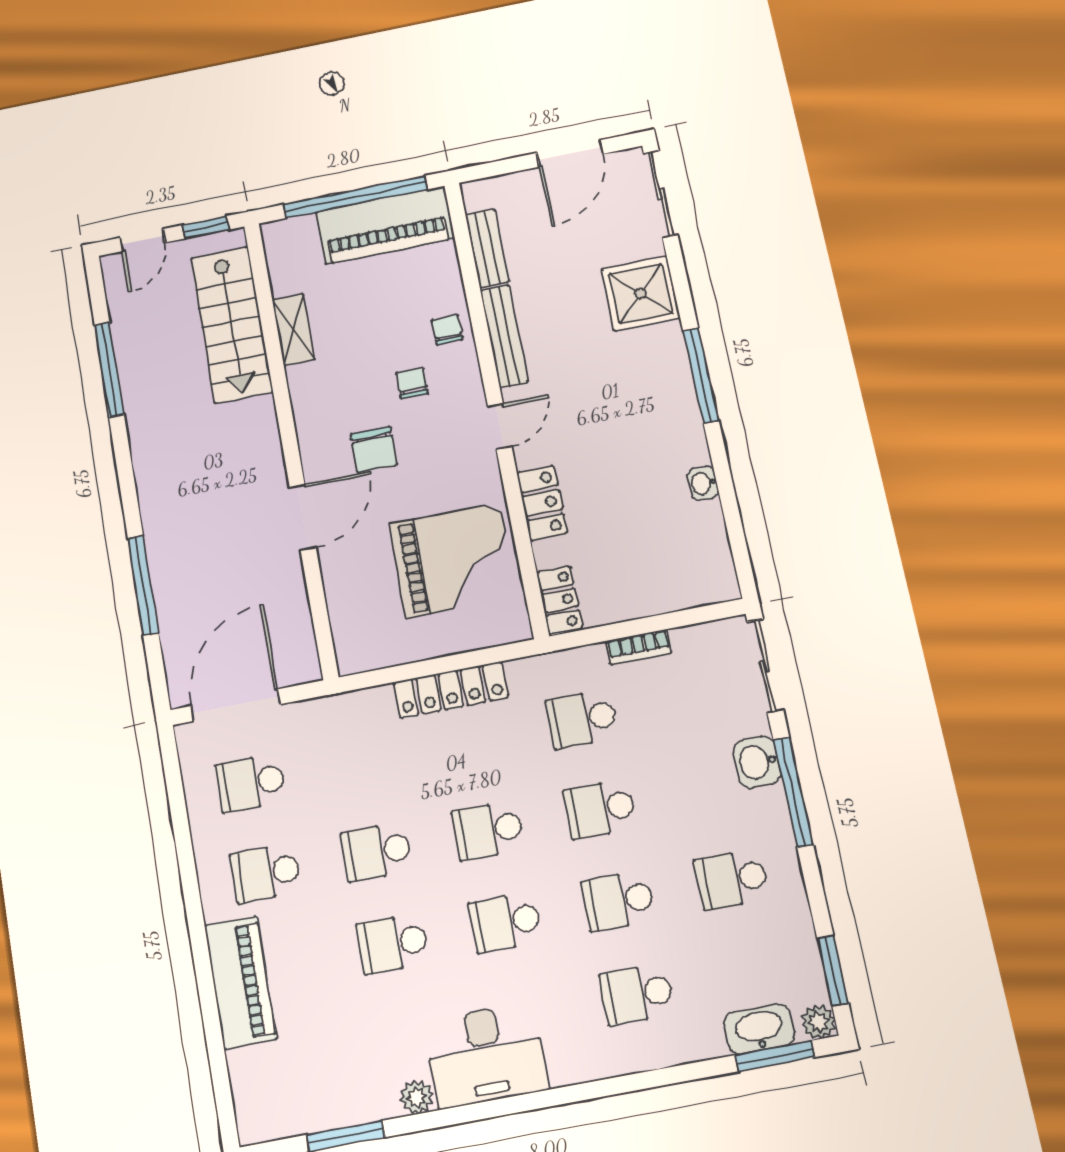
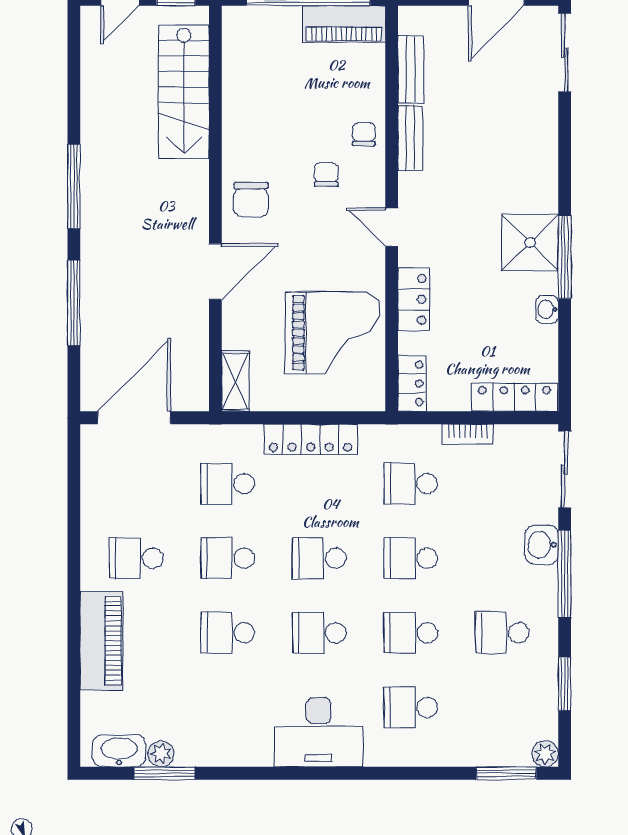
piano: (385, 225) -> (344, 24), width x0.73, depth x0.75
shower: (641, 294) -> (530, 242), moved
shelving: (293, 330) -> (235, 381), moved
bench: (504, 336) -> (410, 138), width x0.73
window: (109, 369) -> (74, 186), moved
window: (701, 376) -> (565, 257), moved
door: (500, 426) -> (392, 227), swing flipped
chair: (374, 450) -> (251, 199), moved
locker: (686, 593) -> (514, 397), added
school desk: (251, 783) -> (228, 484), moved
window: (833, 970) -> (565, 684), moved
washbasin: (759, 1029) -> (119, 751), moved
desk: (486, 1055) -> (319, 732), moved
plant: (417, 1097) -> (161, 754), moved

